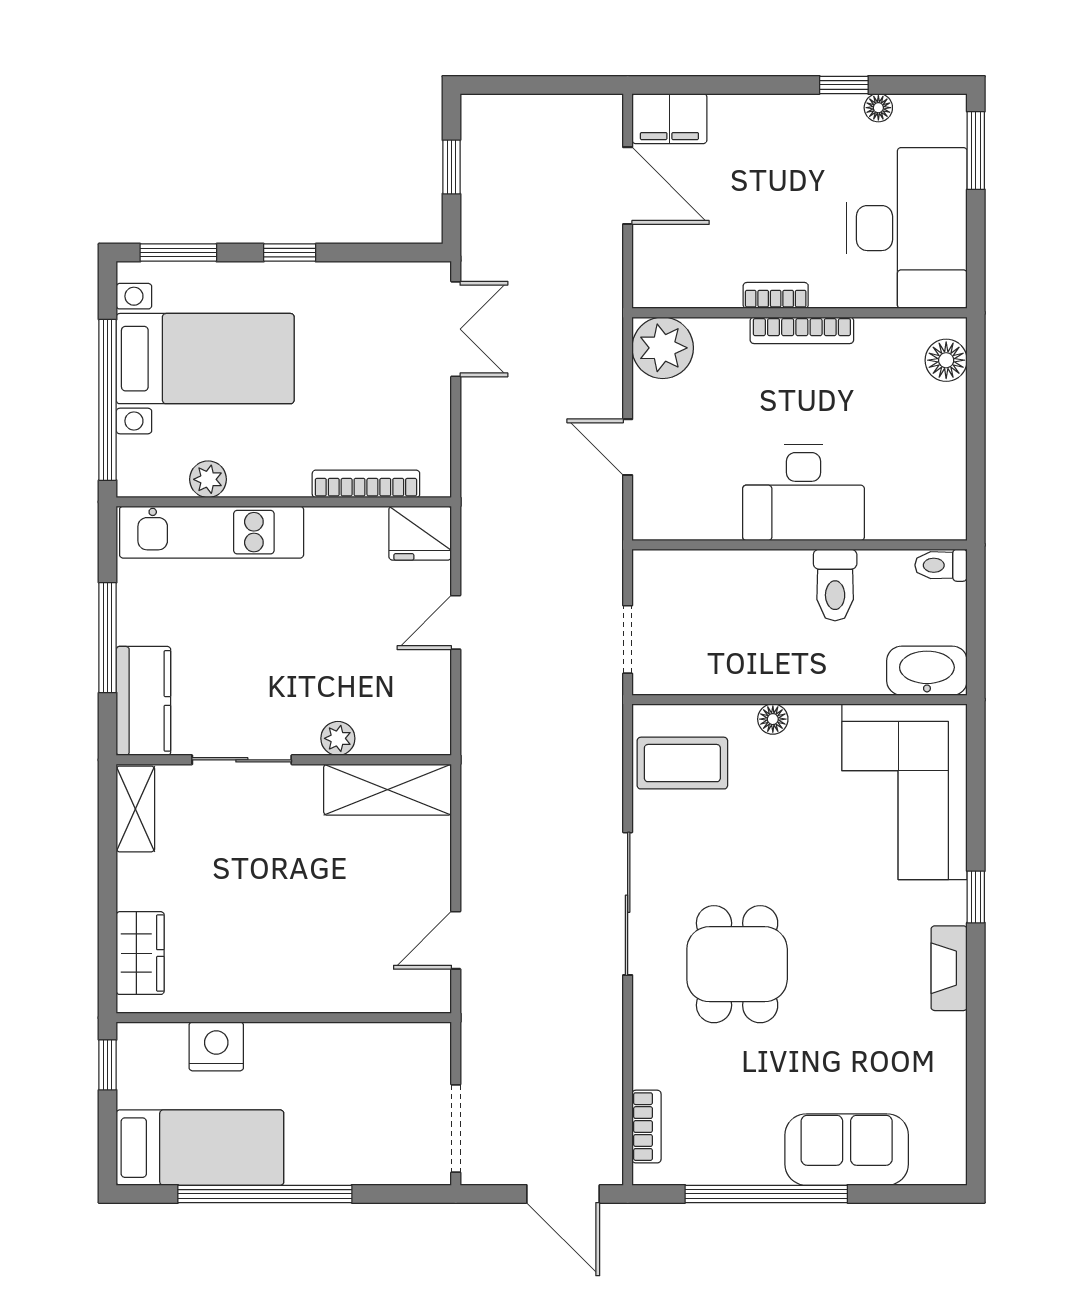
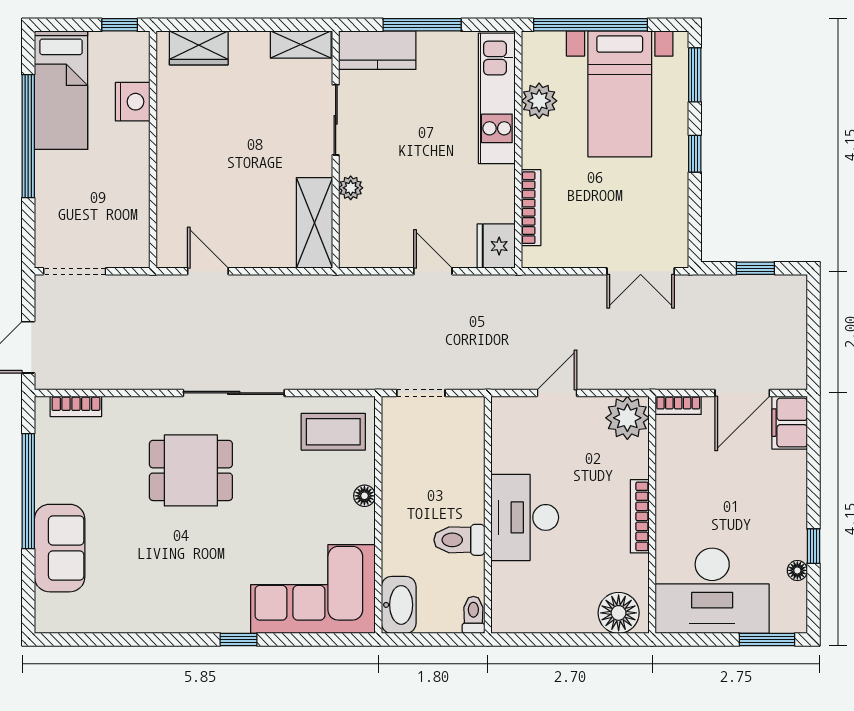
bookcase: (776, 295) -> (678, 405), moved, turned 90
floor lamp: (946, 360) -> (619, 613), width x1.38, depth x1.38
plant: (208, 479) -> (539, 101), width x1.38, depth x1.38
coffee table: (682, 763) -> (333, 432), turned 90
fireplace: (949, 968) -> (188, 621), removed

